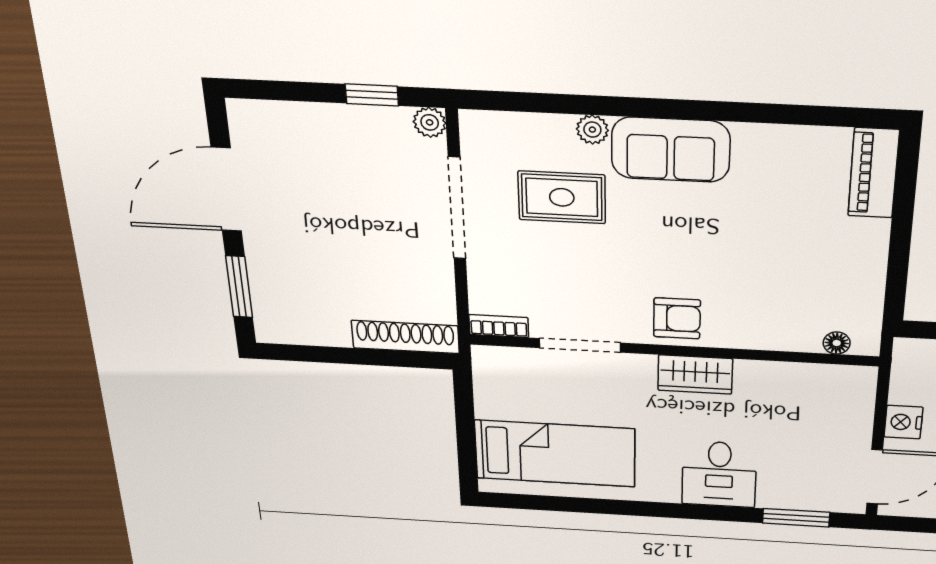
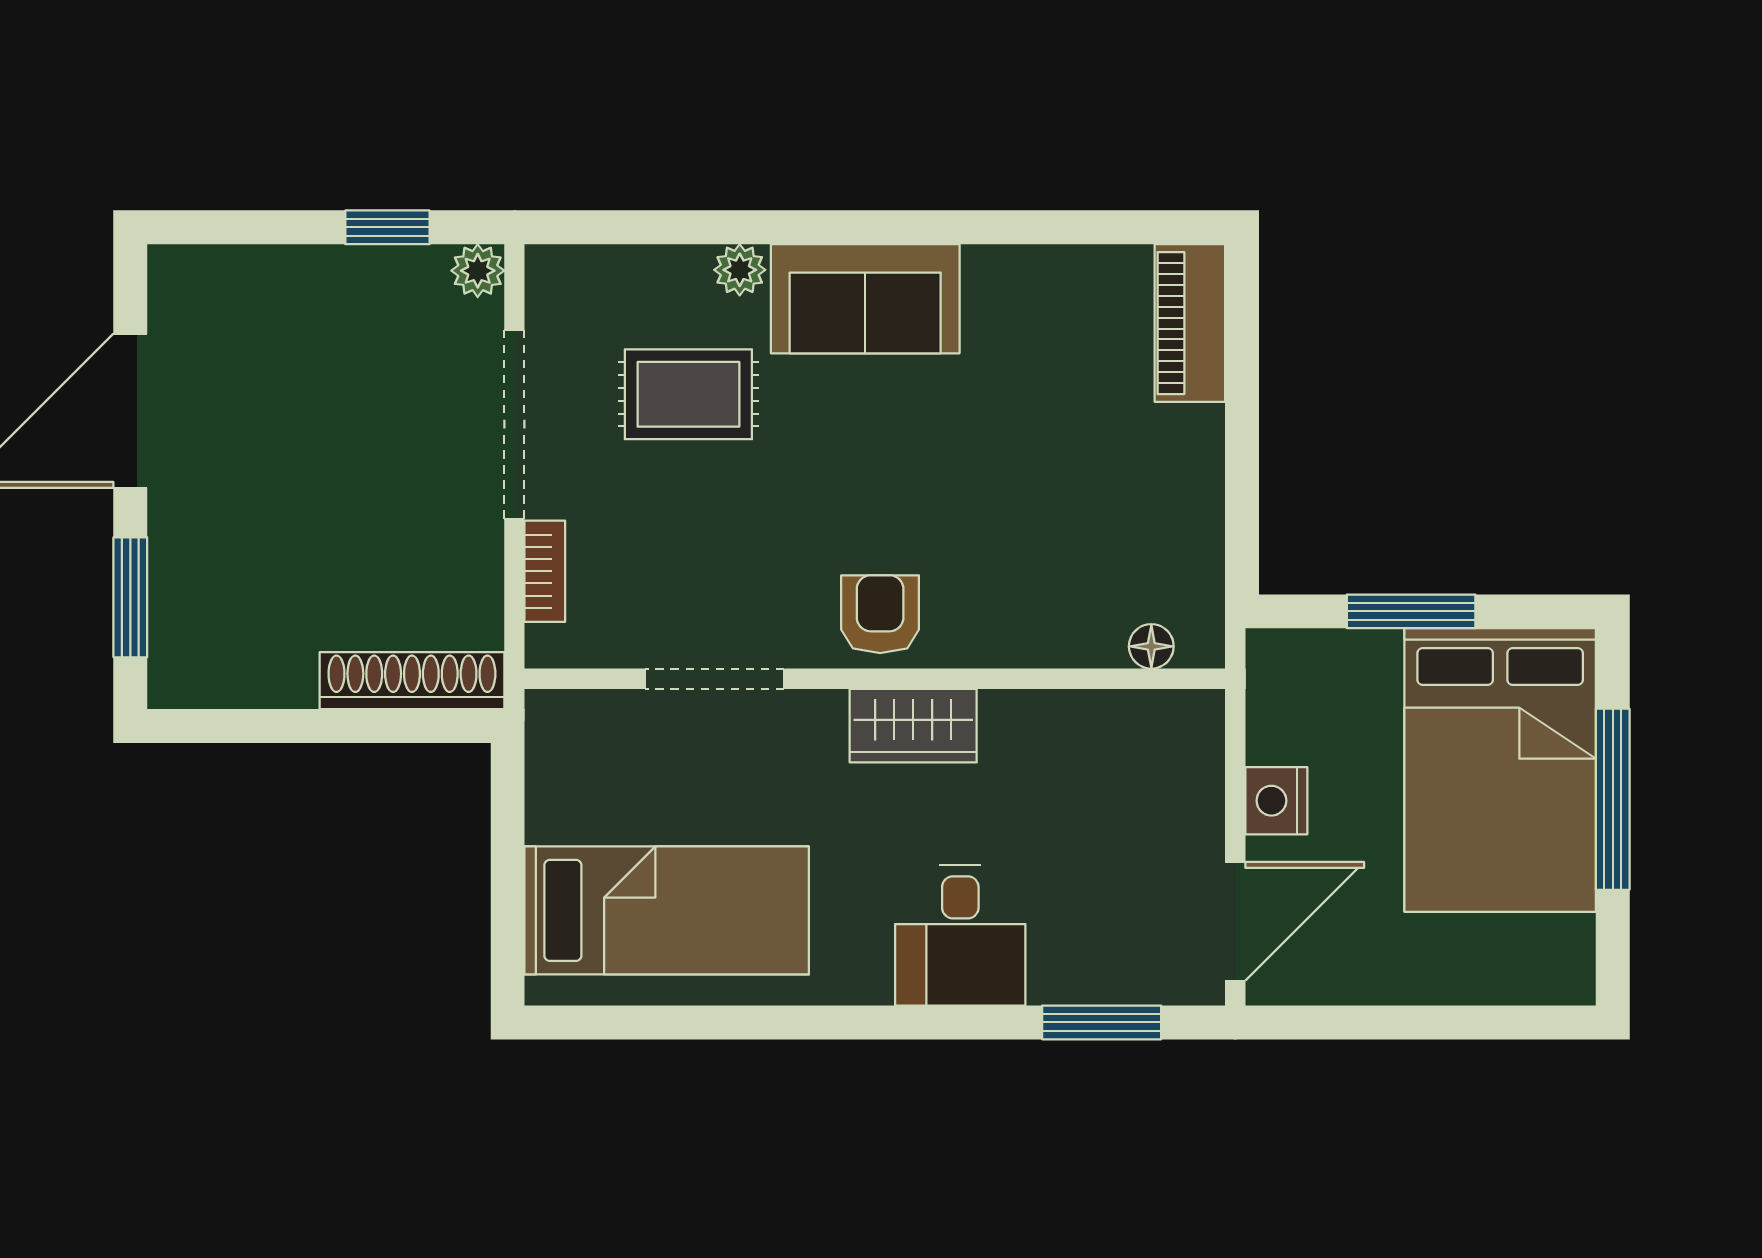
armchair: (677, 318) -> (880, 614), turned -90
bookcase: (499, 326) -> (545, 571), moved, turned 90

